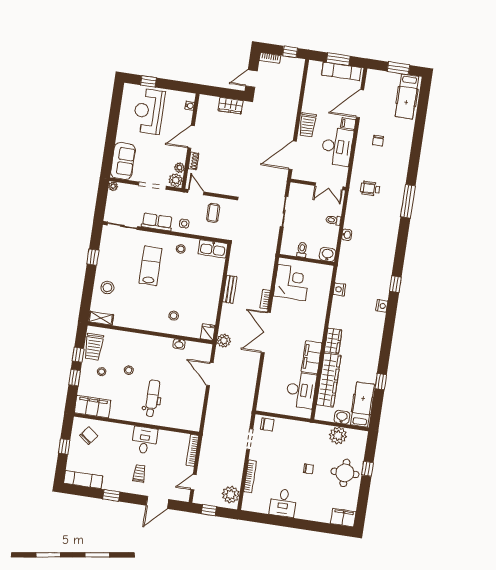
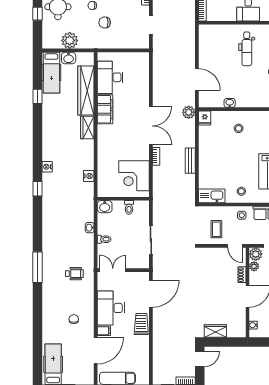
chair: (267, 425) -> (105, 22), moved

